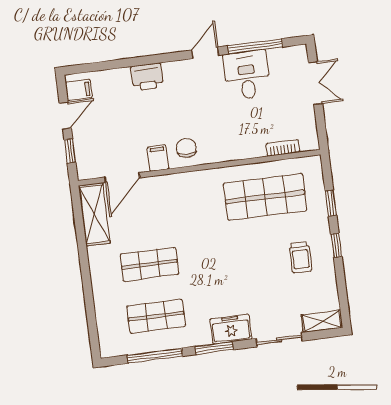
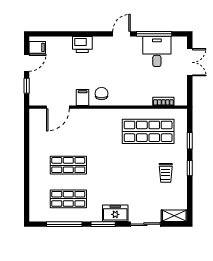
desk: (247, 75) -> (157, 52), moved
shelving: (94, 214) -> (37, 128), removed

